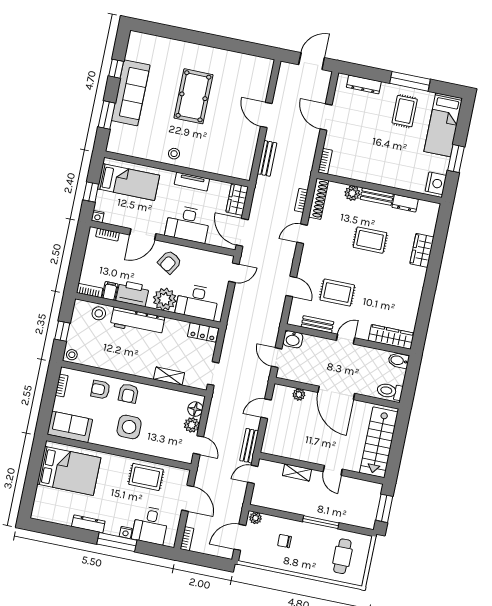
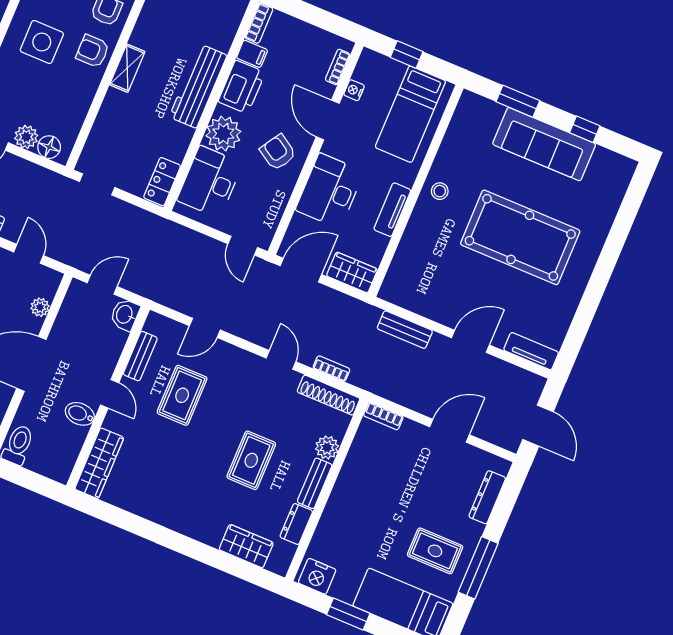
tv unit: (265, 75) -> (531, 351), added
pool table: (193, 96) -> (520, 237), width x1.36, depth x1.32
nightstand: (98, 217) -> (354, 90), moved
wardrobe: (422, 250) -> (246, 546), moved
stool: (99, 313) -> (222, 30), removed
bidet: (399, 361) -> (80, 414), moved, turned -90
shelving: (169, 376) -> (127, 68), moved

